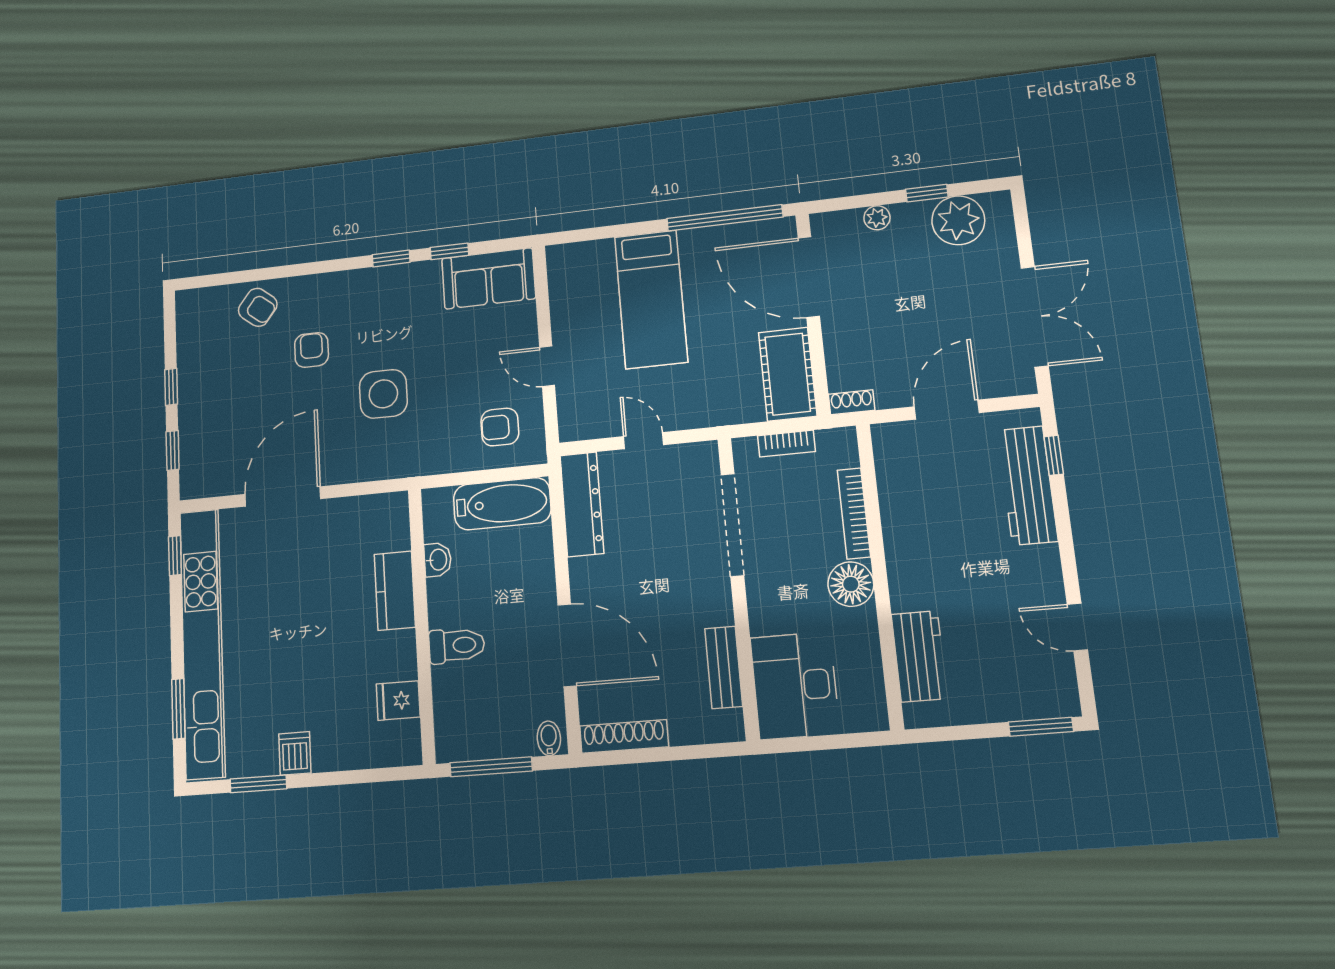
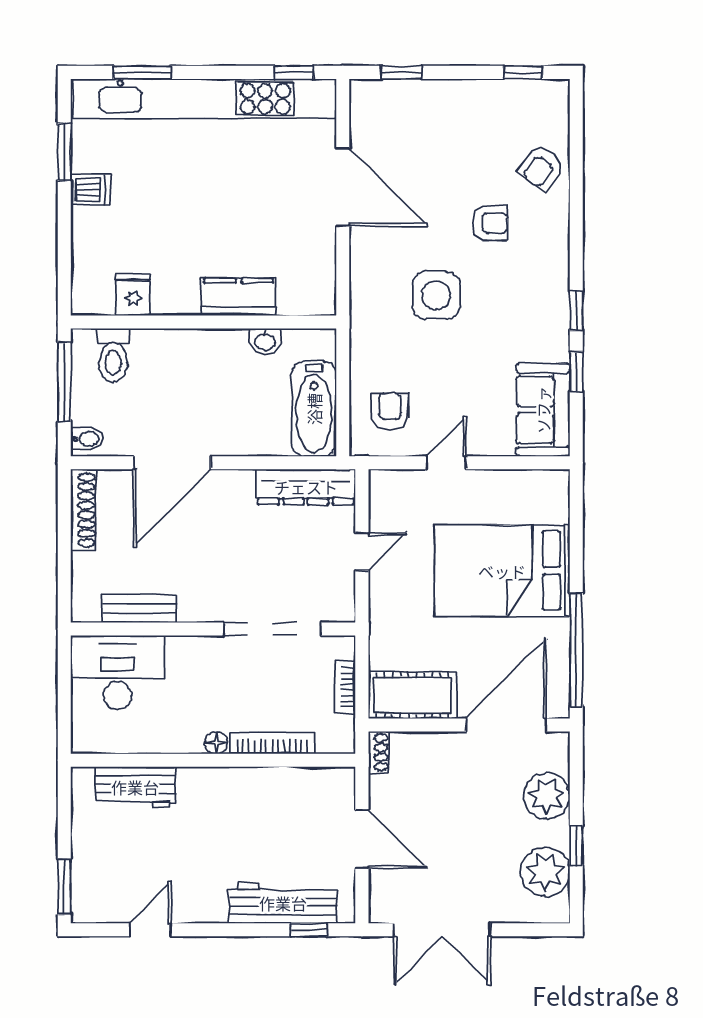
plant: (877, 218) -> (547, 796), width x1.88, depth x1.88
bed: (651, 299) -> (502, 571), width x1.50
window: (171, 387) -> (523, 72), moved
floor lamp: (851, 584) -> (216, 743), width x0.53, depth x0.53
toilet: (457, 645) -> (113, 355), moved

